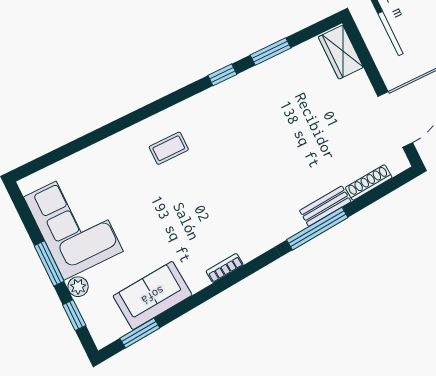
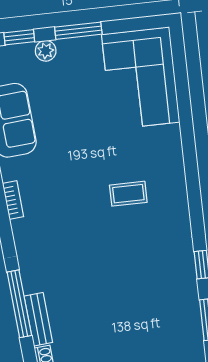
coffee table: (169, 148) -> (128, 194), moved, turned 90
corner sofa: (73, 224) -> (141, 78), moved, turned 90

